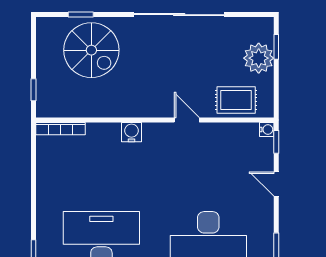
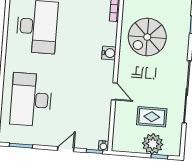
spiral stairs: (91, 50) -> (147, 37), moved
rug: (236, 100) -> (152, 117), moved, turned 90
door: (187, 120) -> (114, 91), hinge flipped

